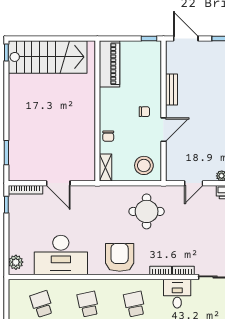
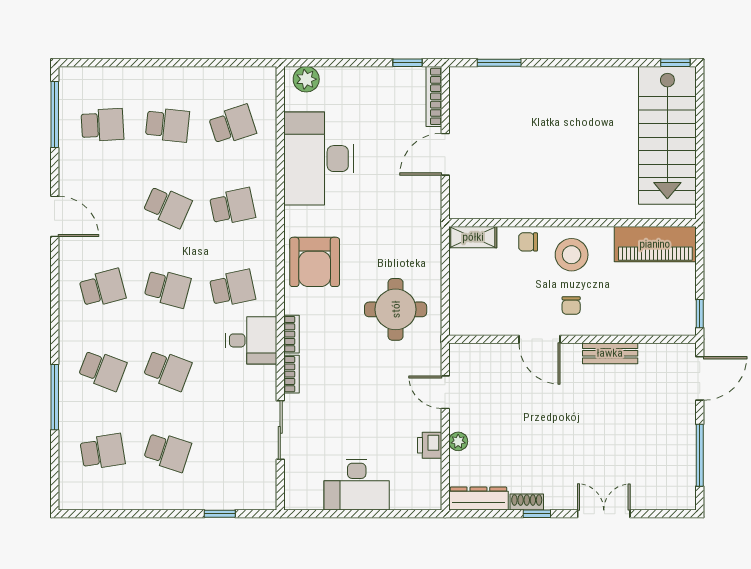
stool: (144, 165) -> (572, 255), moved
armchair: (120, 257) -> (315, 262), turned 90
desk: (177, 294) -> (251, 340), moved

